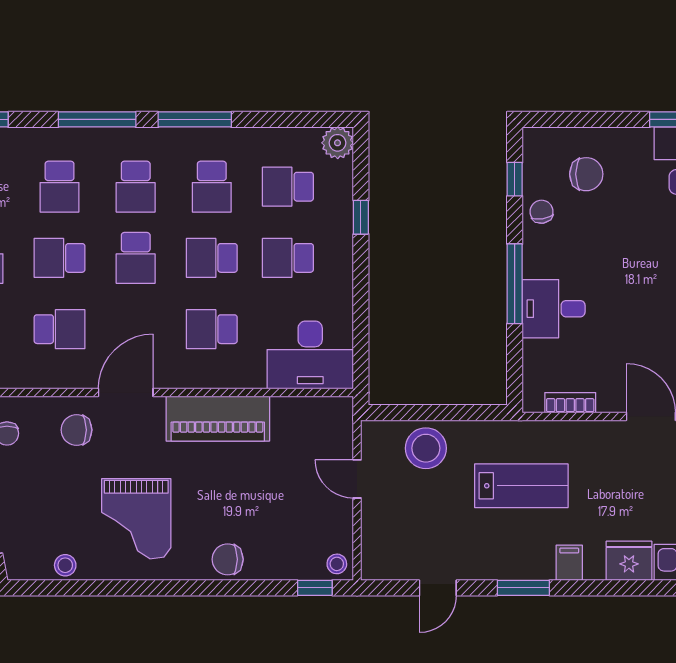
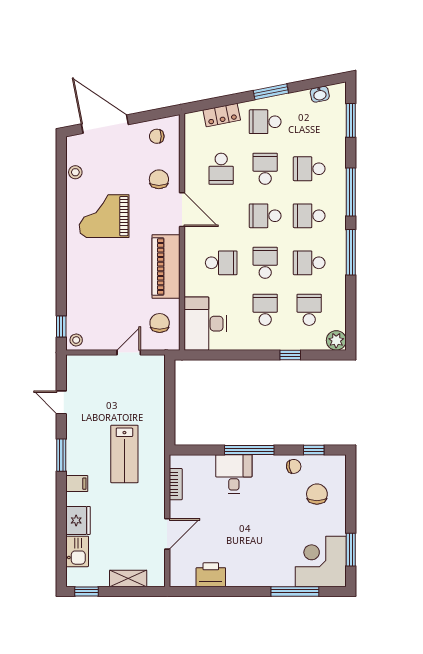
chair: (586, 174) -> (317, 494), turned 180
school desk: (212, 329) -> (221, 263), turned 90
stool: (426, 448) -> (148, 395), removed
chair: (228, 559) -> (160, 323), moved

